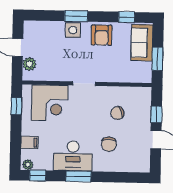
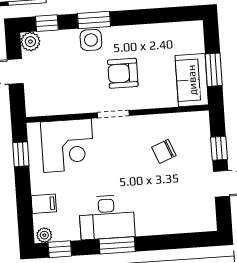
window: (127, 17) -> (47, 23), moved
armchair: (102, 35) -> (123, 73), moved, turned 90
sofa: (142, 43) -> (192, 80), moved
plant: (29, 64) -> (30, 42), moved
chair: (109, 144) -> (156, 196), removed

